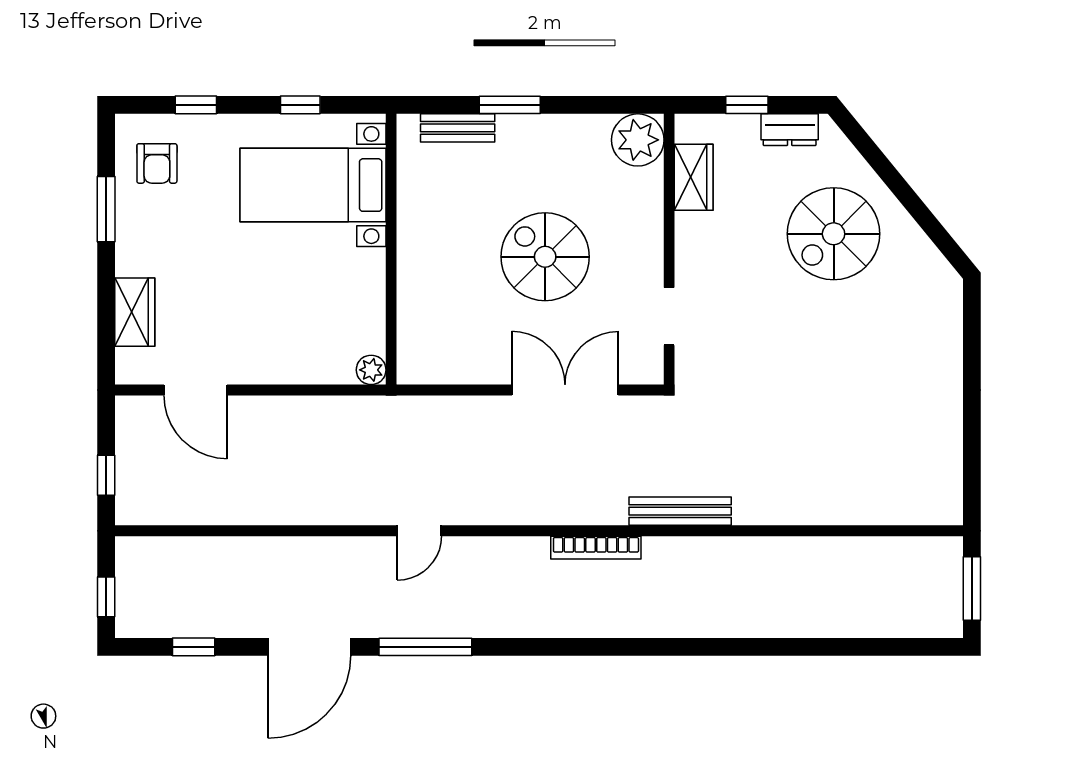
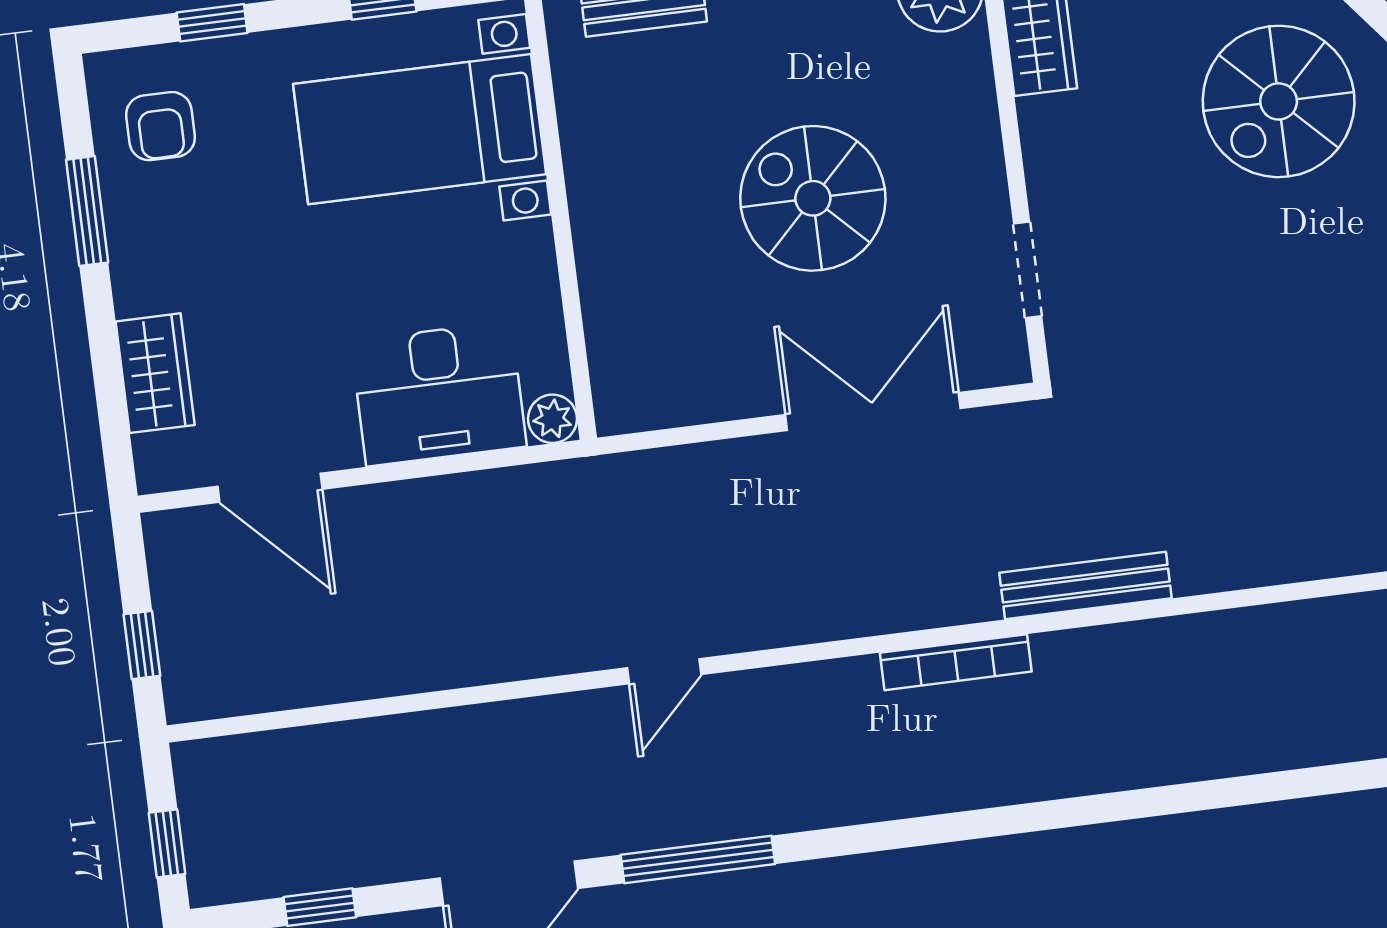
desk: (304, 346) -> (439, 394), added

